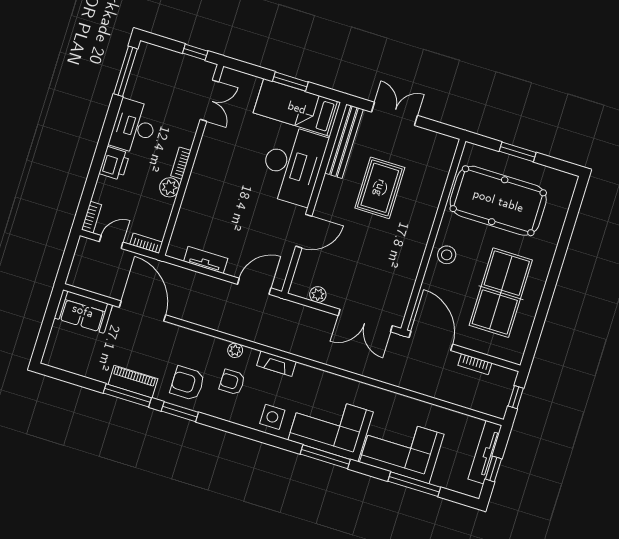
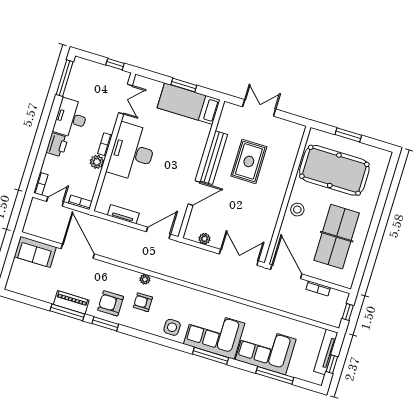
bench: (344, 141) -> (214, 158), moved
desk: (292, 165) -> (132, 152), moved, turned 180
double door: (365, 321) -> (239, 257), swing flipped
fireplace: (276, 364) -> (175, 289), removed

